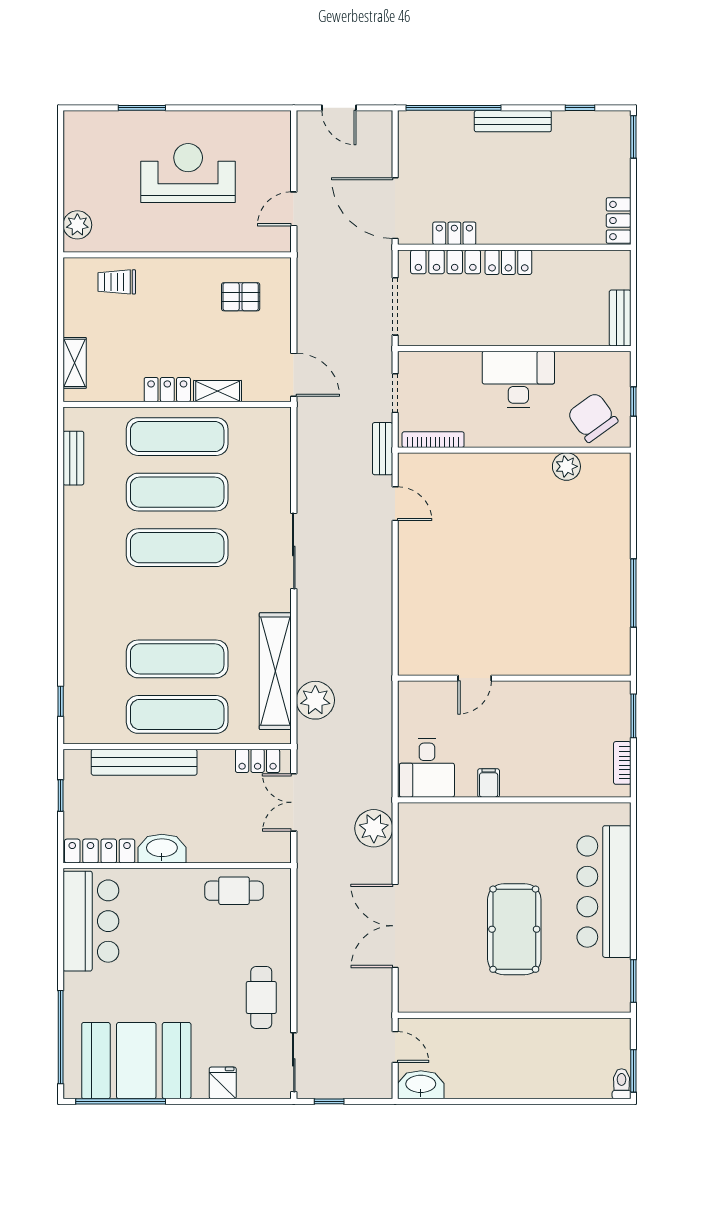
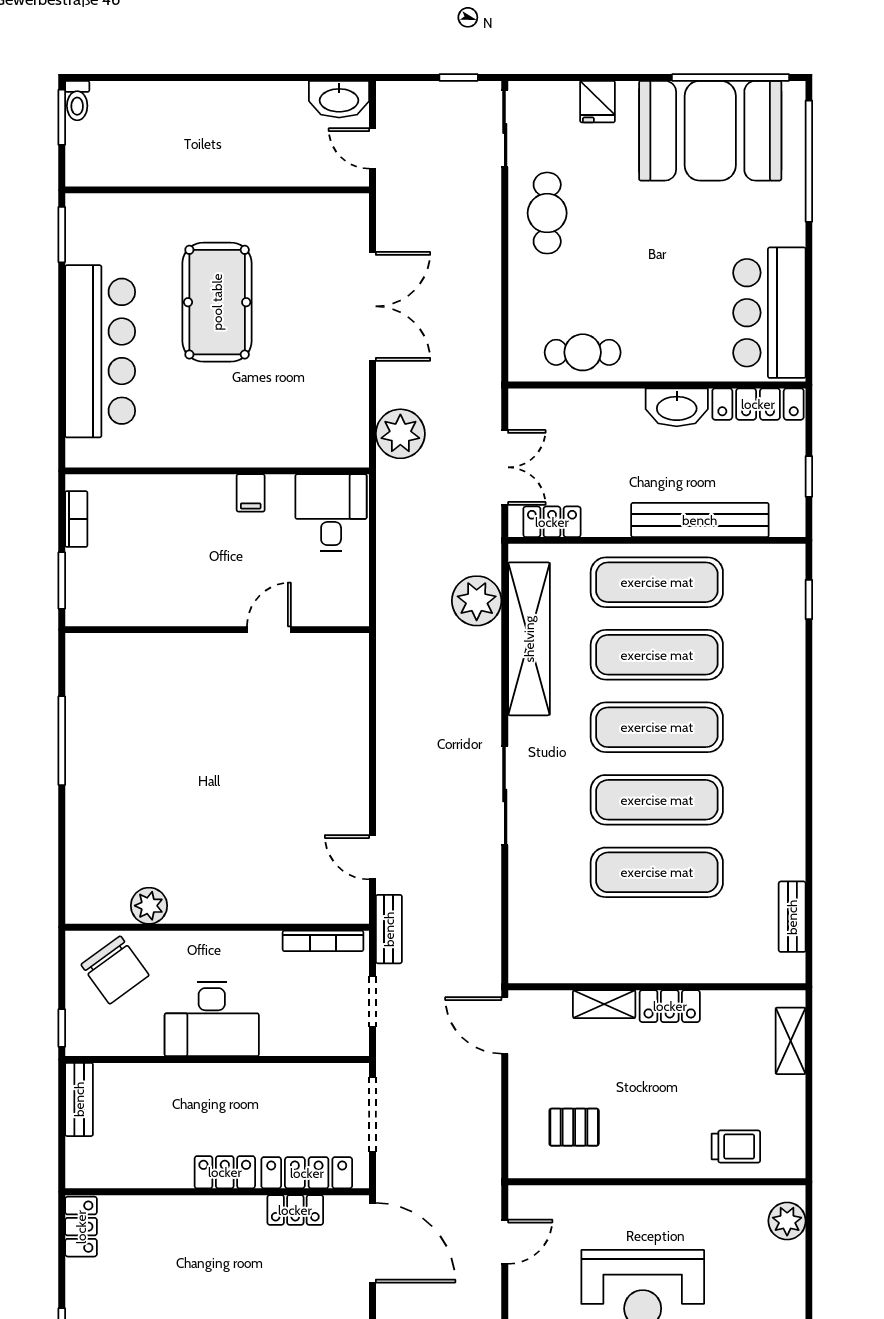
window: (633, 401) -> (62, 1028), moved
exercise mat: (177, 437) -> (657, 727), moved

